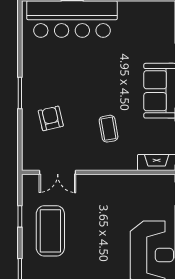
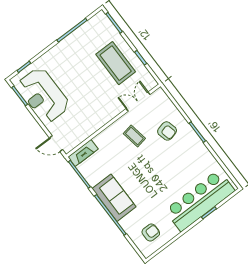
armchair: (149, 25) -> (151, 233), added
coffee table: (109, 129) -> (134, 136), moved

